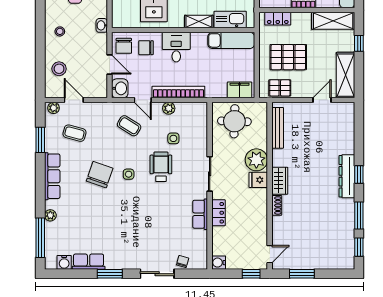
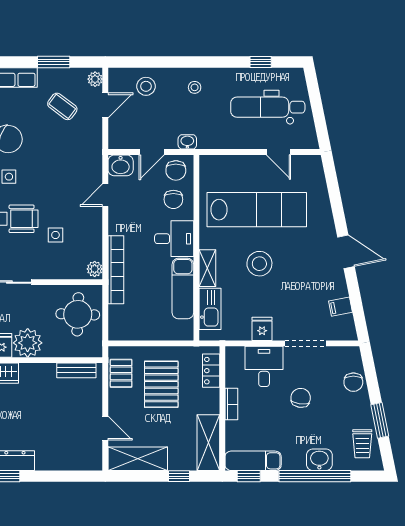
washbasin: (102, 25) -> (187, 142), moved
exam couch: (231, 40) -> (183, 289), moved
chair: (124, 46) -> (176, 170), turned -90
chair: (146, 48) -> (173, 199), turned 180
filing cabinet: (240, 90) -> (119, 321), removed
bookcase: (178, 92) -> (116, 270), moved
plant: (169, 108) -> (95, 269), moved
coffee table: (129, 126) -> (72, 177), removed
bench: (278, 128) -> (76, 370), width x0.73
coffee table: (74, 133) -> (62, 106), turned -68

